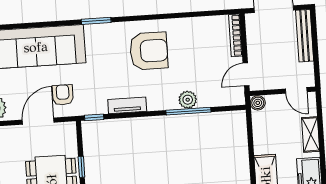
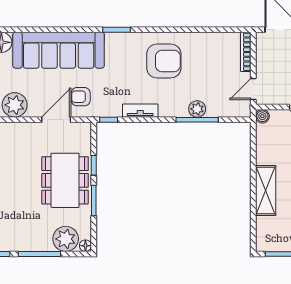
armchair: (63, 95) -> (81, 97), turned -90

